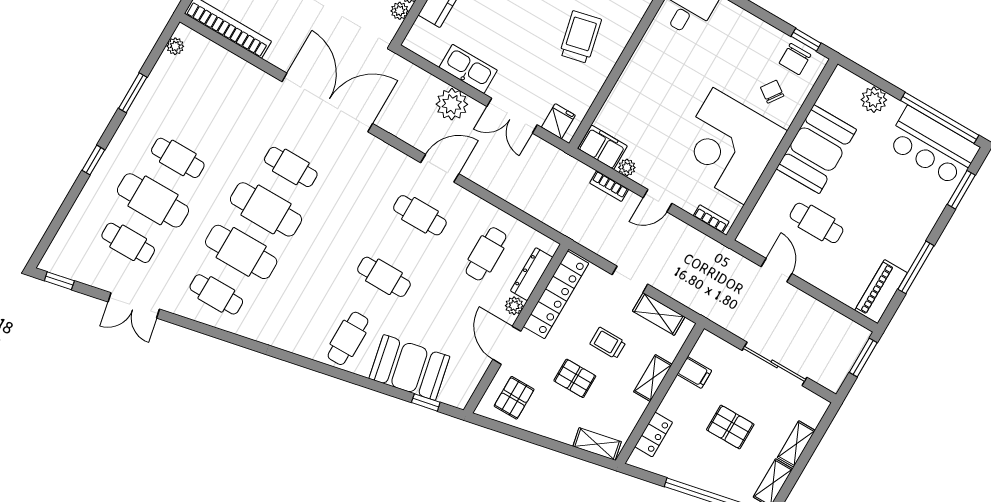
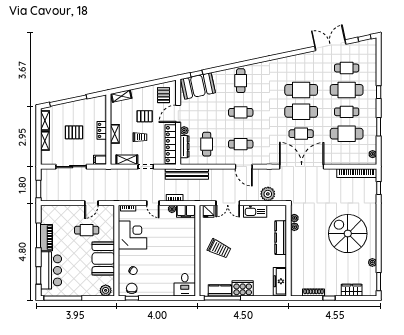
trolley: (580, 37) -> (219, 249), turned -51
plant: (874, 100) -> (106, 290), moved
double door: (327, 103) -> (302, 167), swing flipped
plant: (452, 104) -> (268, 194), moved
double door: (512, 116) -> (228, 203), swing flipped
corner desk: (729, 146) -> (133, 235), width x0.74, depth x0.74
bar counter: (932, 146) -> (51, 270), moved, turned 90
door: (440, 168) -> (244, 167), hinge flipped
door: (657, 201) -> (153, 203), swing flipped
bench: (558, 218) -> (187, 174), added
door: (777, 270) -> (91, 203), hinge flipped
piano: (881, 292) -> (46, 238), moved
cafe table: (216, 294) -> (347, 134), moved, width x1.37, depth x1.35
double door: (134, 305) -> (330, 45), width x1.37
door: (507, 345) -> (178, 114), swing flipped
booth: (409, 368) -> (198, 86), moved
filing cabinet: (694, 372) -> (100, 160), moved
locker: (654, 434) -> (102, 130), moved

